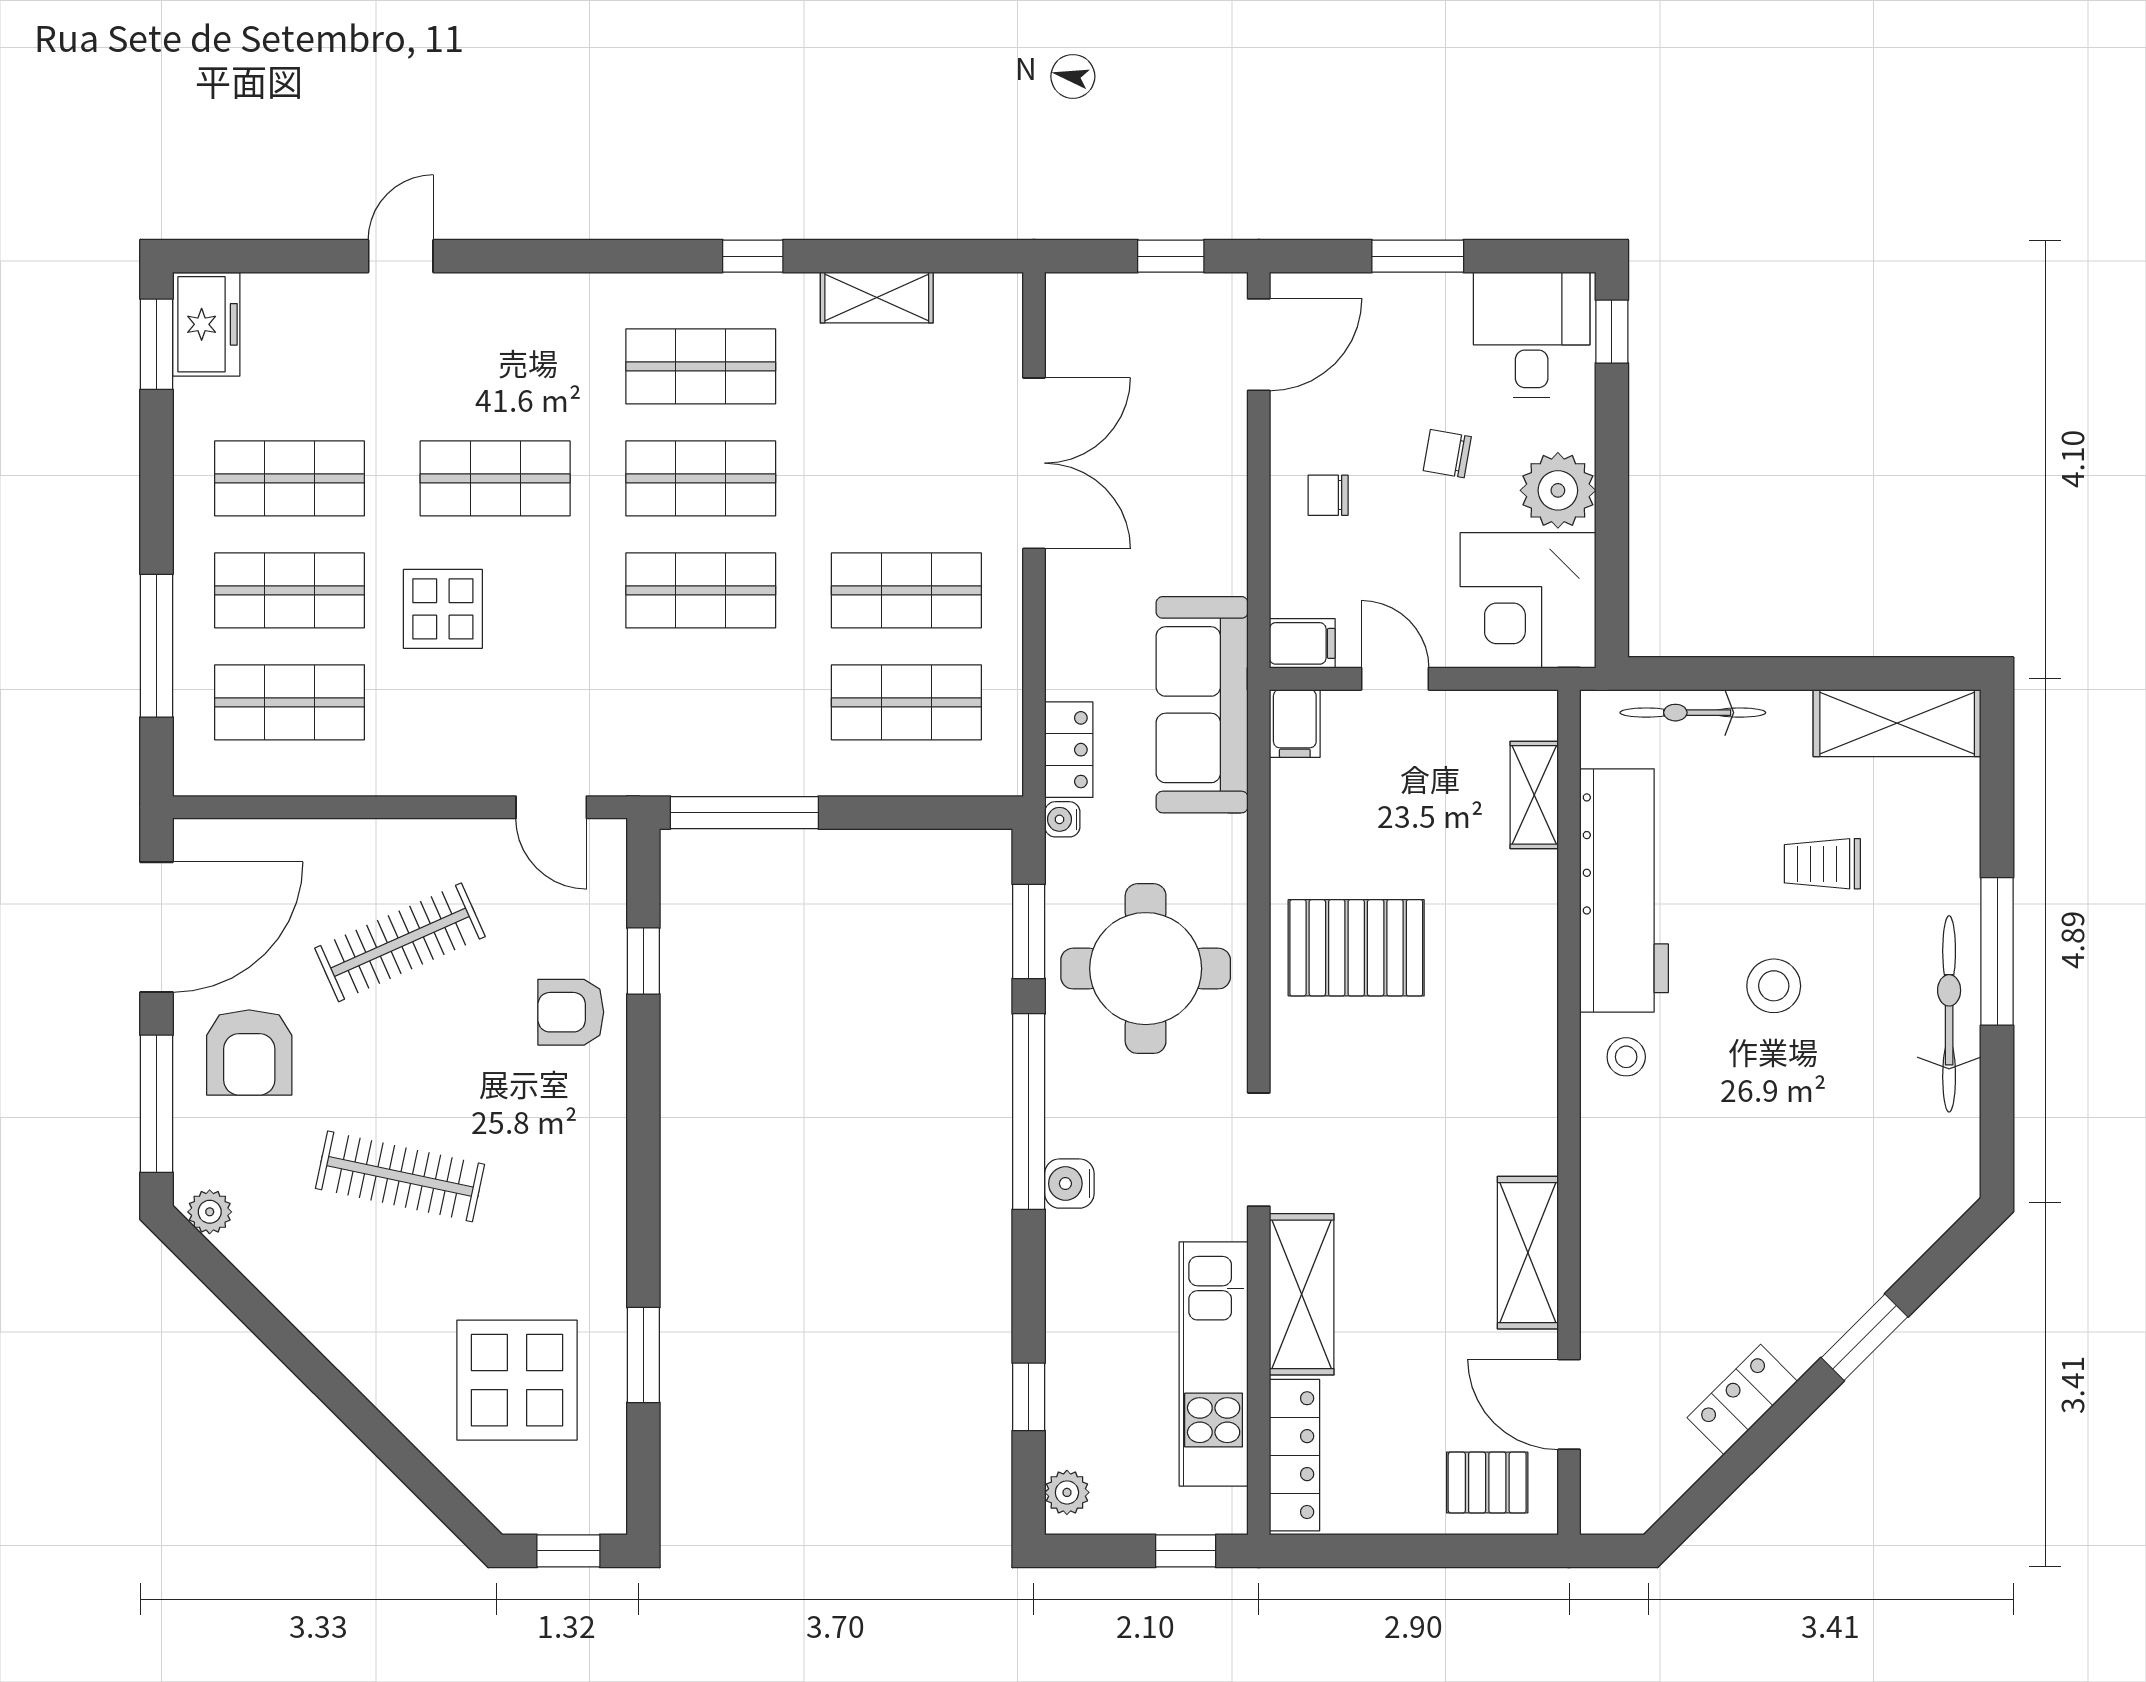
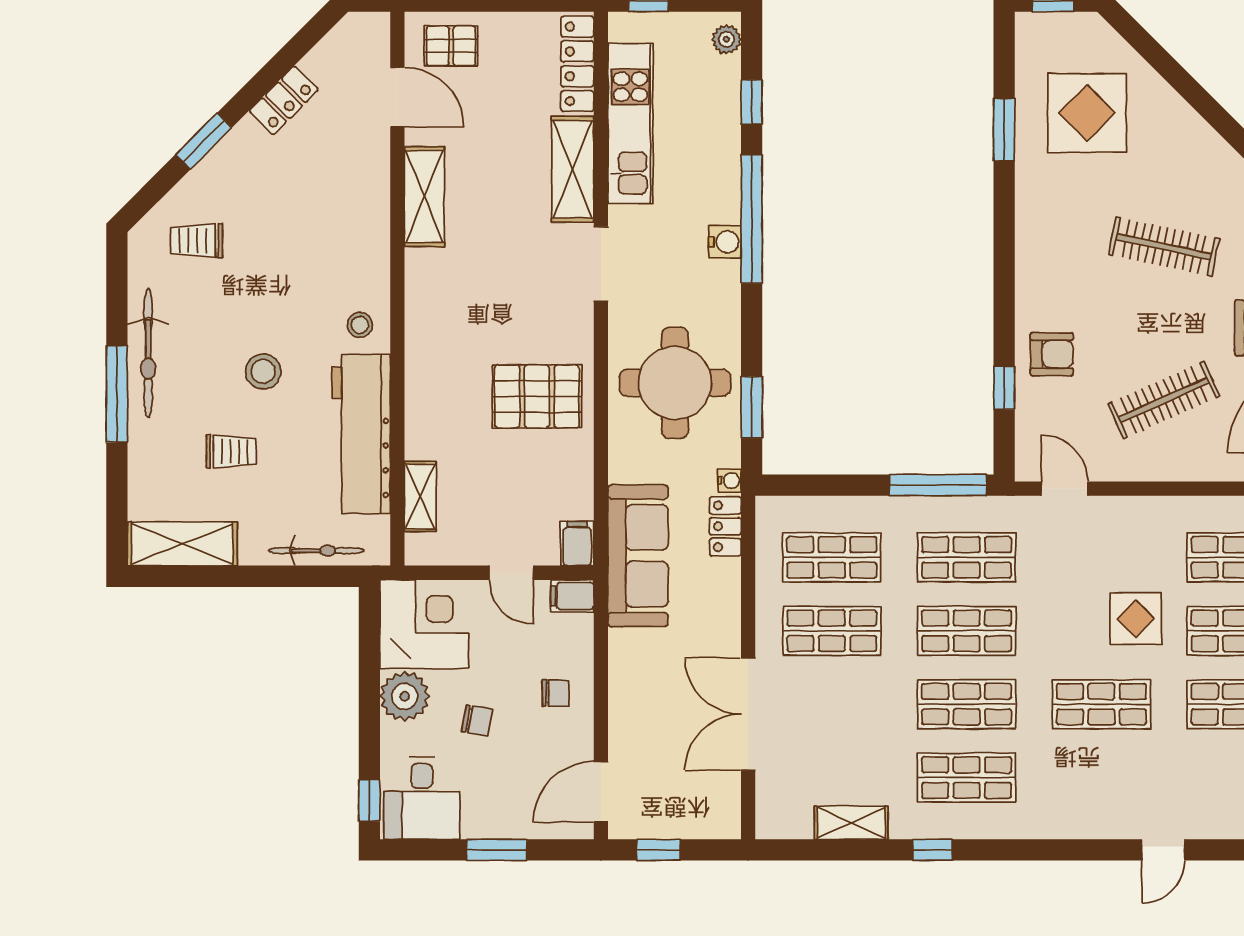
shop shelf: (701, 702) -> (967, 557), added
window: (1029, 1112) -> (752, 219), moved
trolley: (1875, 1186) -> (197, 241), added

